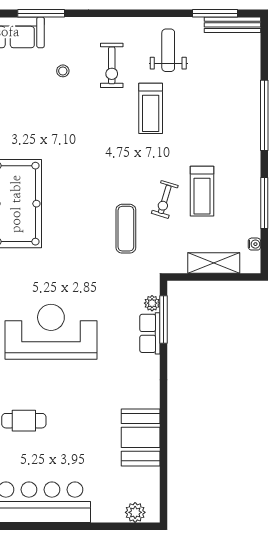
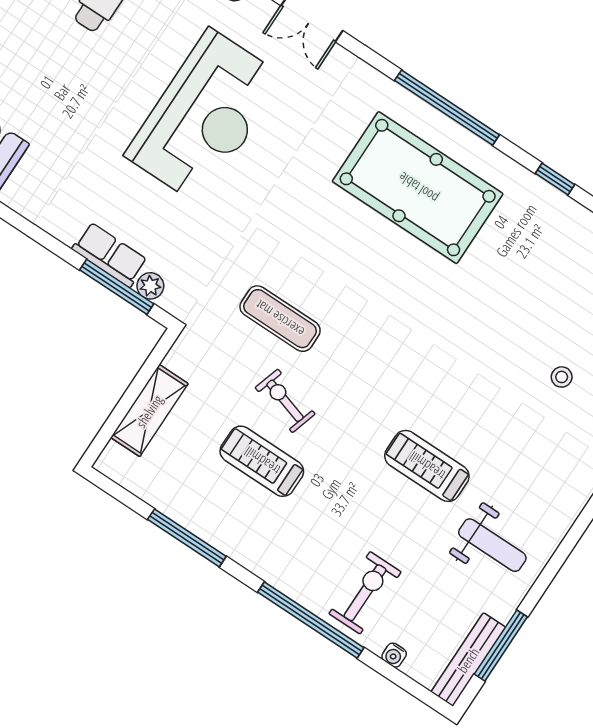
exercise bike: (112, 65) -> (365, 593), moved, turned 90
water cooler: (254, 244) -> (394, 655), moved

